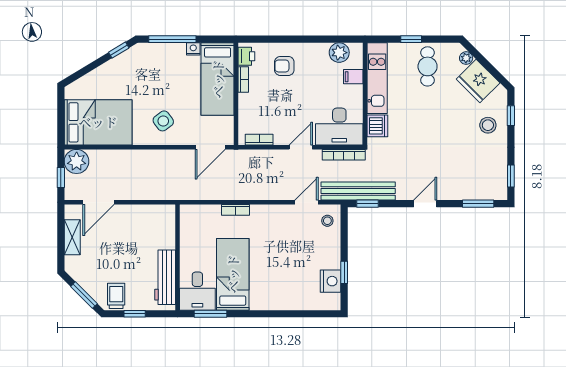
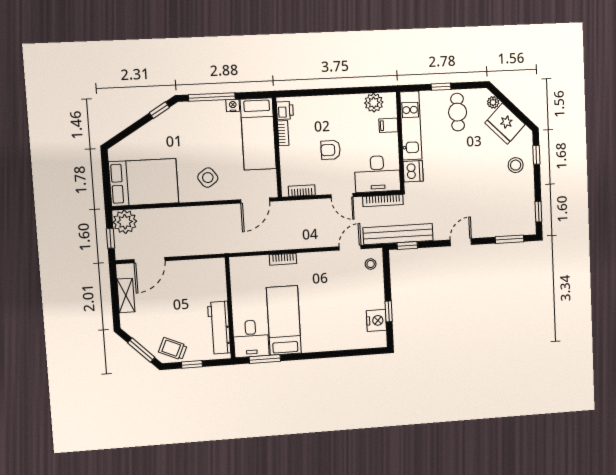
armchair: (284, 66) -> (331, 150), moved
door: (301, 147) -> (342, 196), swing flipped
trolley: (116, 296) -> (173, 349), turned -66

